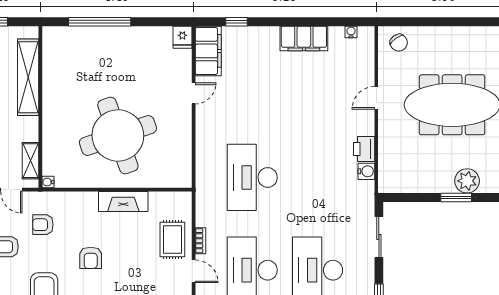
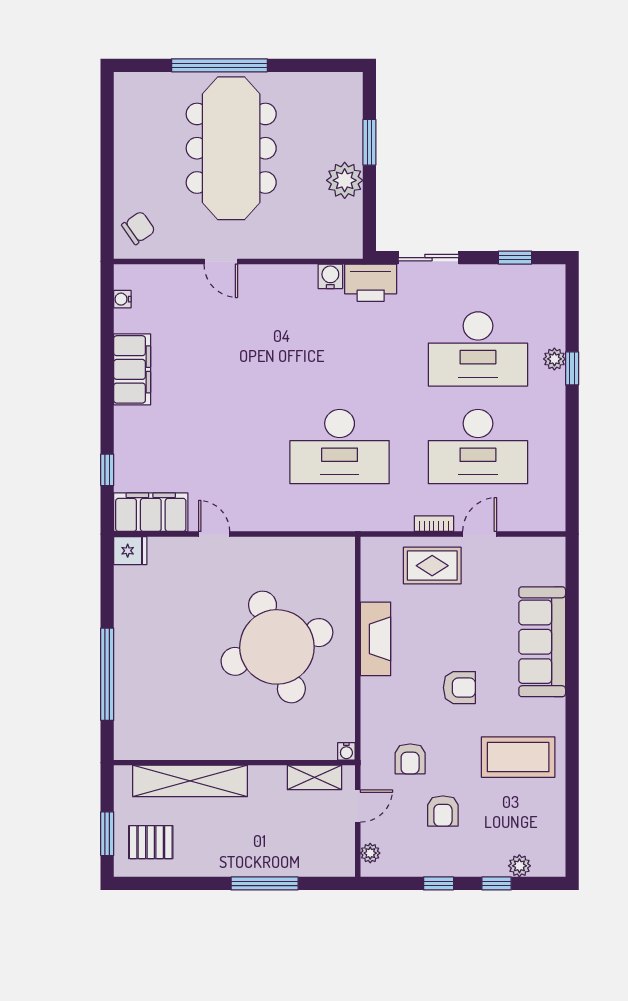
printer: (364, 149) -> (371, 283), moved, width x1.37, depth x1.19
plant: (467, 181) -> (345, 180), moved

